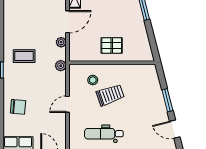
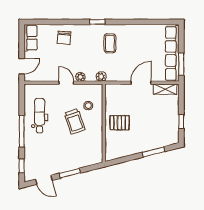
door: (67, 22) -> (141, 83), swing flipped
plant: (61, 42) -> (80, 77), moved
pallet: (112, 45) -> (120, 123), turned 90
door: (175, 129) -> (44, 180), swing flipped

